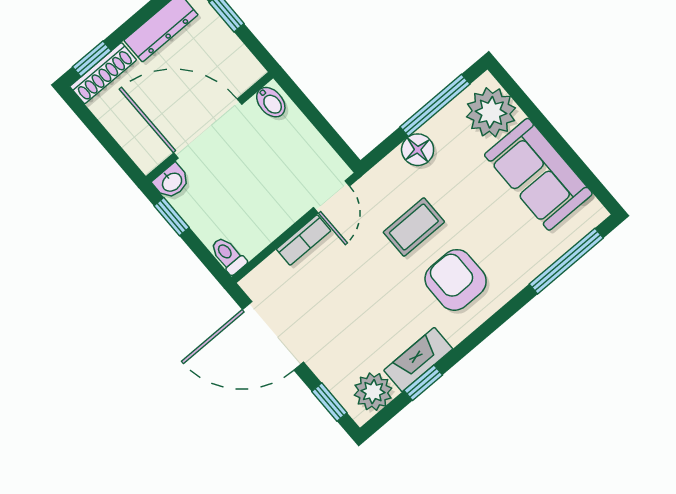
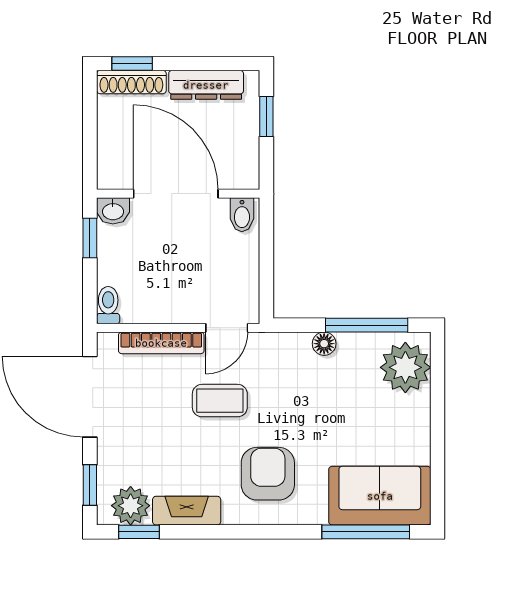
floor lamp: (418, 150) -> (324, 344), width x0.73, depth x0.73
sofa: (538, 174) -> (380, 496), moved, turned 90
coffee table: (414, 227) -> (220, 401), moved
bookcase: (304, 240) -> (161, 343), width x1.56
window: (423, 383) -> (139, 532), moved

